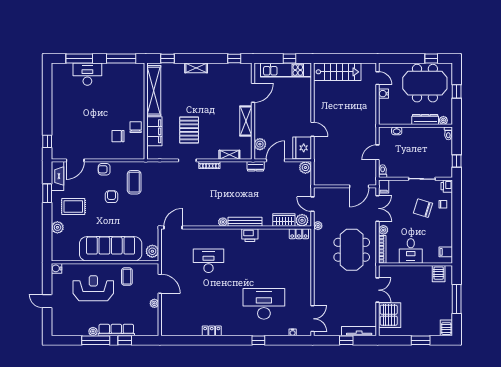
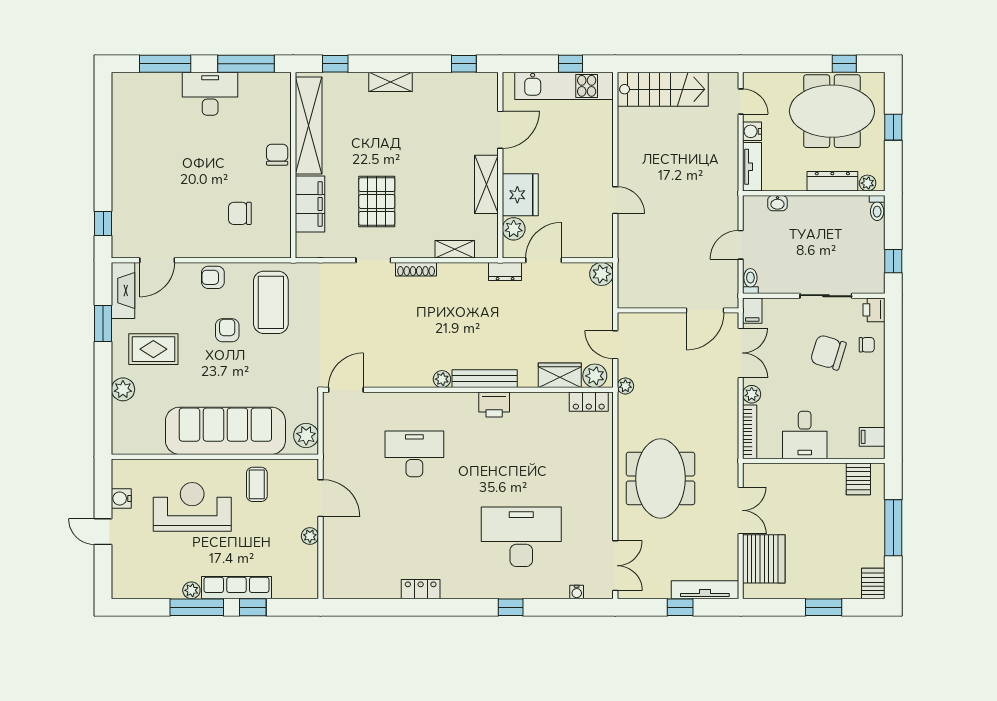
desk: (87, 74) -> (210, 94), moved
tv unit: (383, 112) -> (752, 167), added
chair: (136, 127) -> (277, 155), moved
fridge: (302, 148) -> (520, 195), moved, turned 180
coffee table: (134, 182) -> (271, 302), width x1.36, depth x1.32
meeting table: (352, 250) -> (660, 478), moved
water cooler: (57, 268) -> (121, 498), moved

